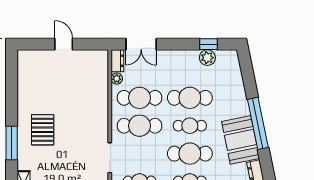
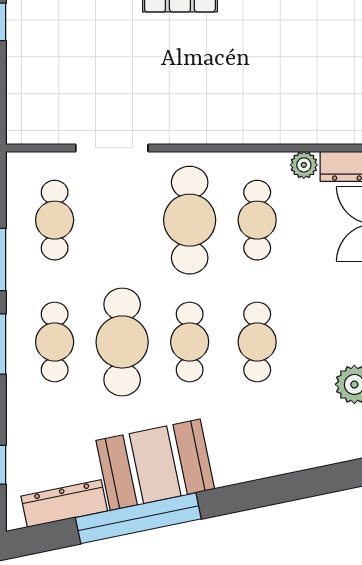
cafe table: (140, 98) -> (257, 220), width x0.73, depth x0.74
cafe table: (190, 98) -> (257, 342), width x0.73, depth x0.74
window: (258, 123) -> (138, 518), moved

